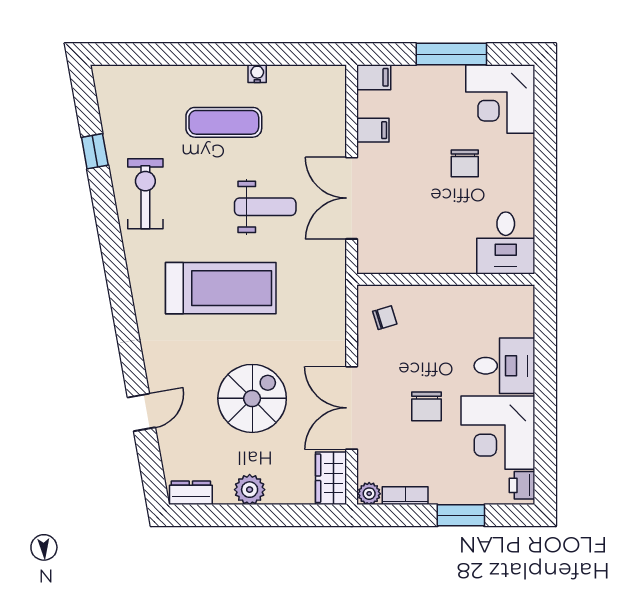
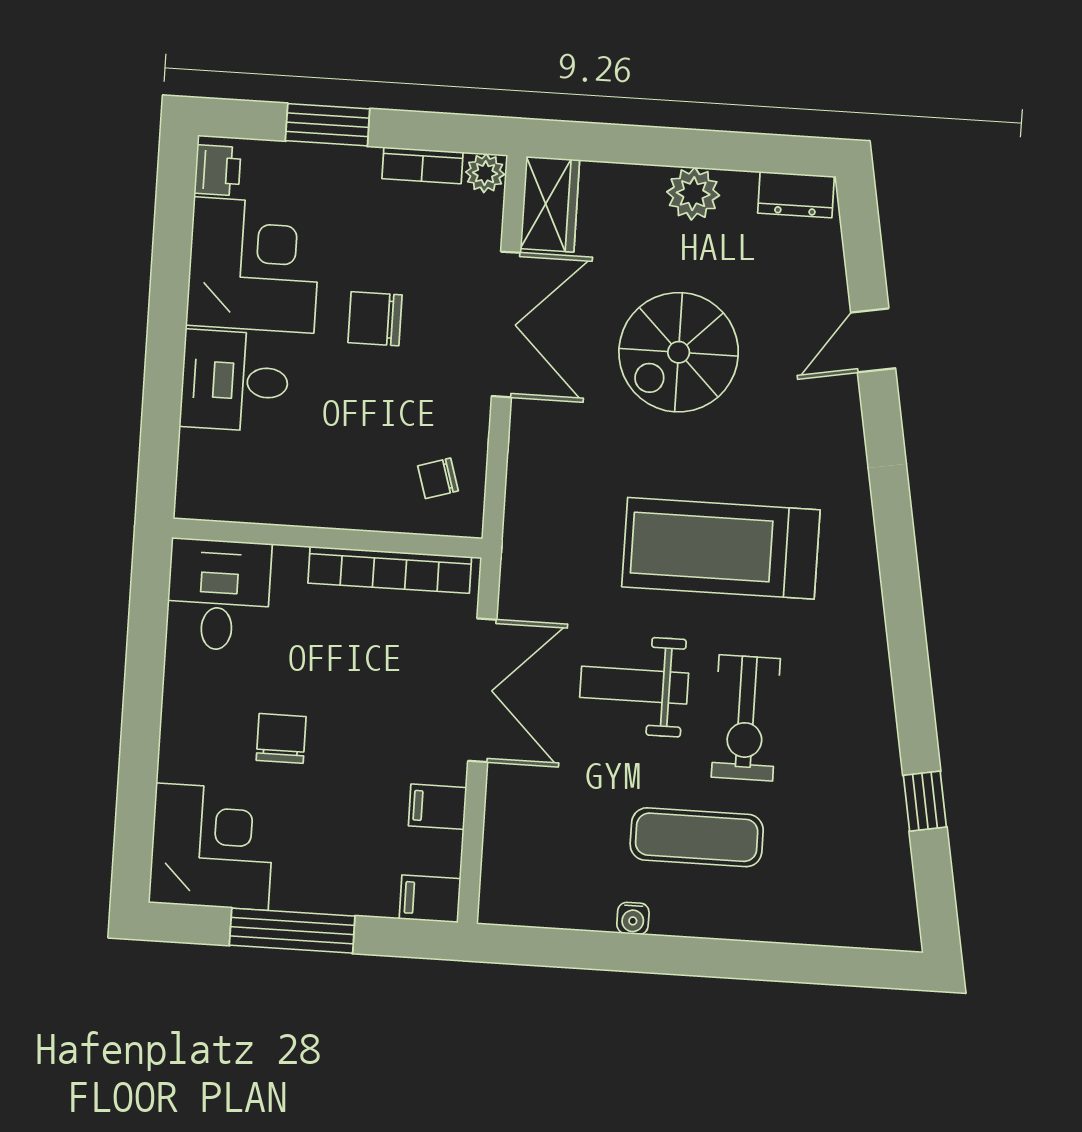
exercise bike: (145, 194) -> (746, 718), moved
bookcase: (409, 264) -> (390, 570), added
chair: (427, 406) -> (375, 319), turned -90

